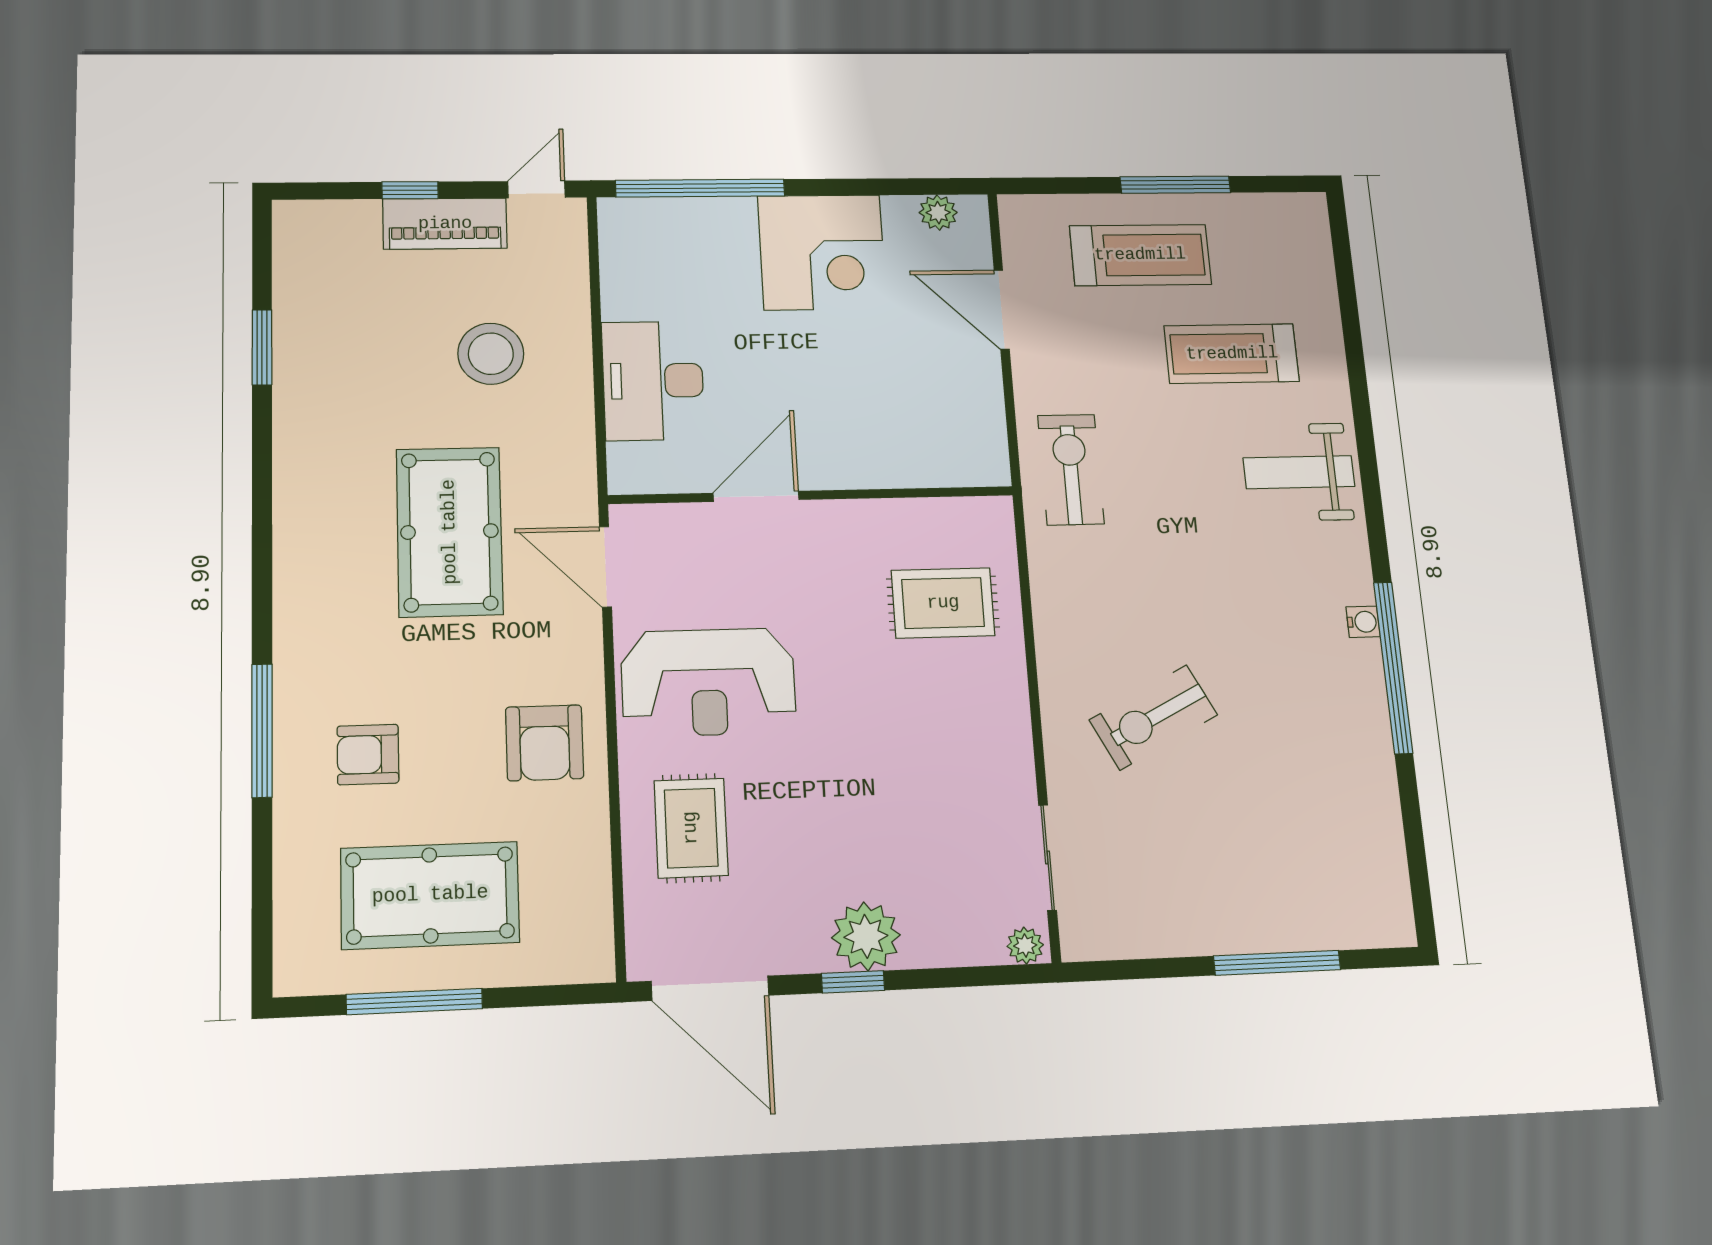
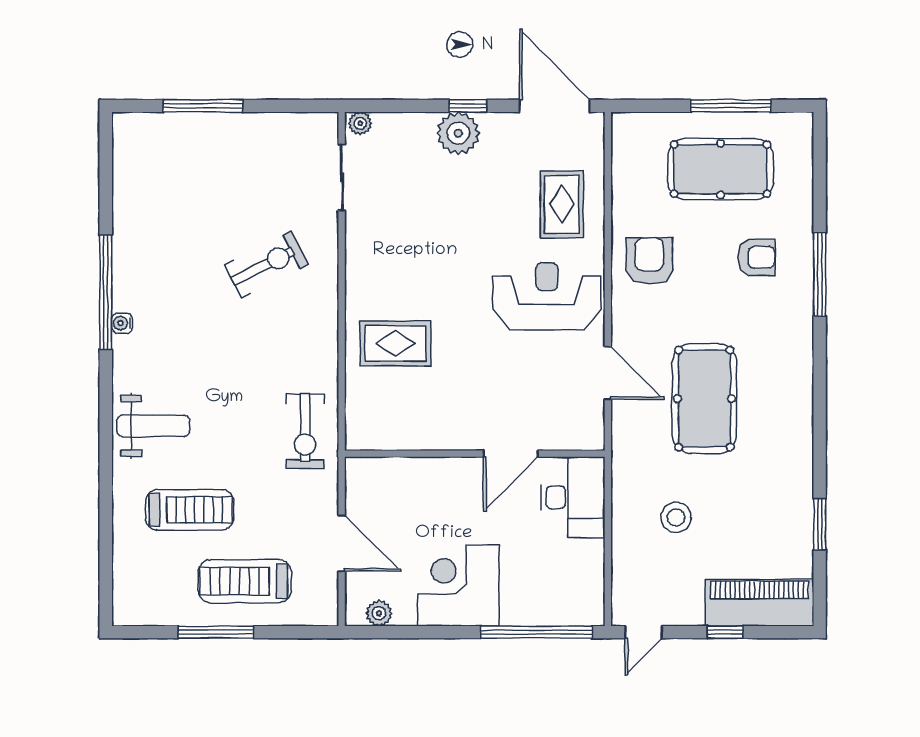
piano: (445, 224) -> (760, 603), moved, width x1.37, depth x1.33
stool: (491, 354) -> (676, 518), width x0.73, depth x0.73
wall: (812, 495) -> (475, 454), moved
door: (756, 496) -> (511, 454), moved

